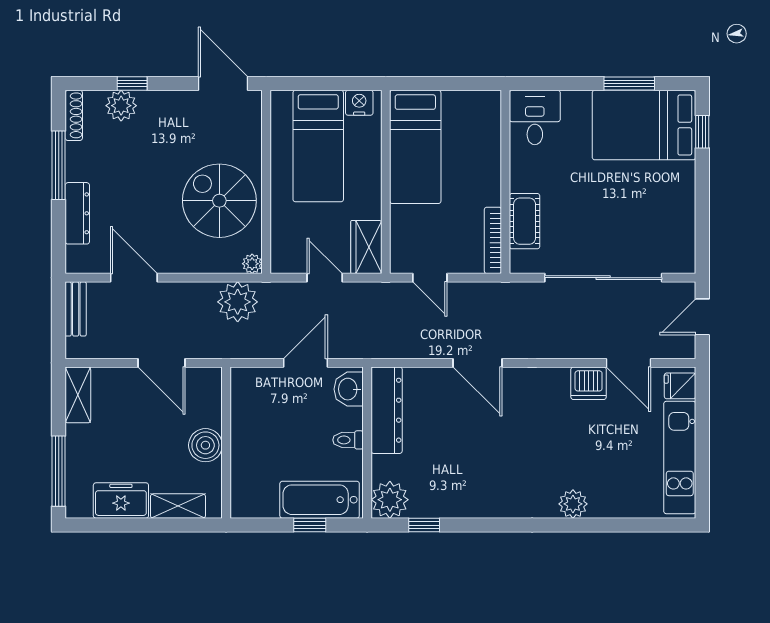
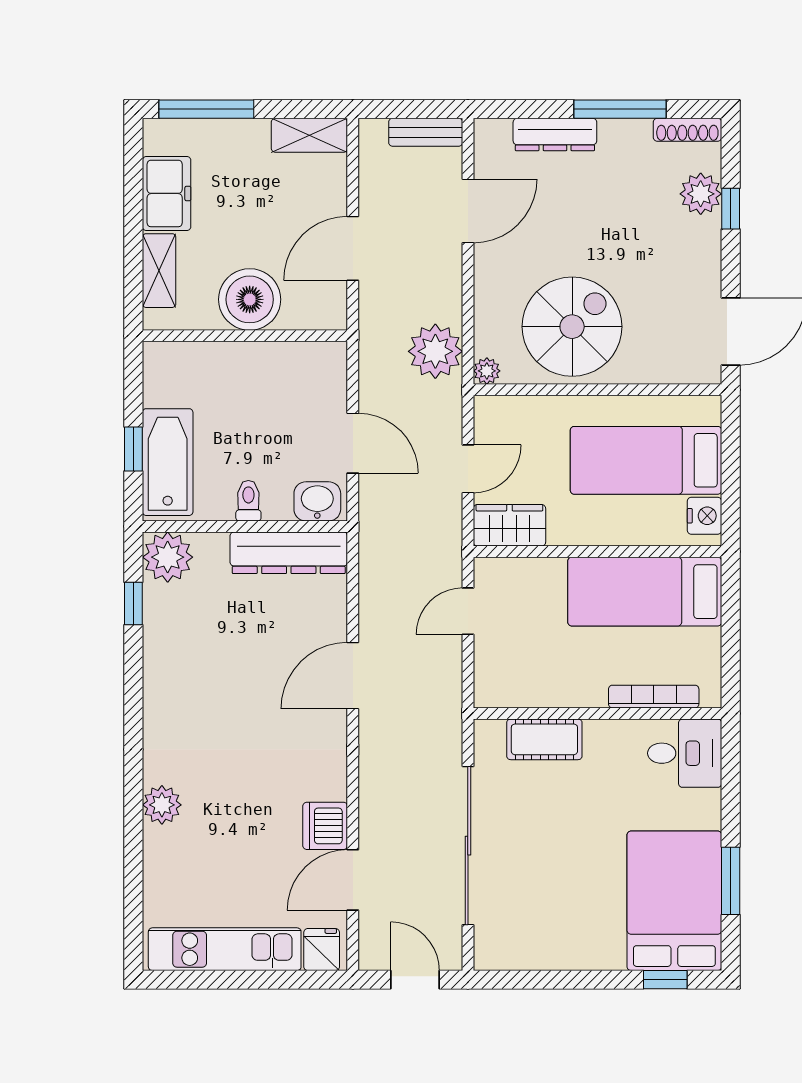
bookcase: (493, 240) -> (654, 697), moved
boiler: (205, 445) -> (250, 299), width x1.37, depth x1.37

